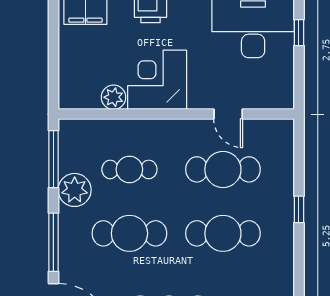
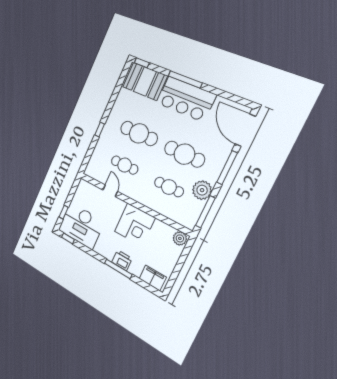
plant: (113, 97) -> (180, 238), moved
cafe table: (223, 169) -> (125, 165), width x0.73, depth x0.74

